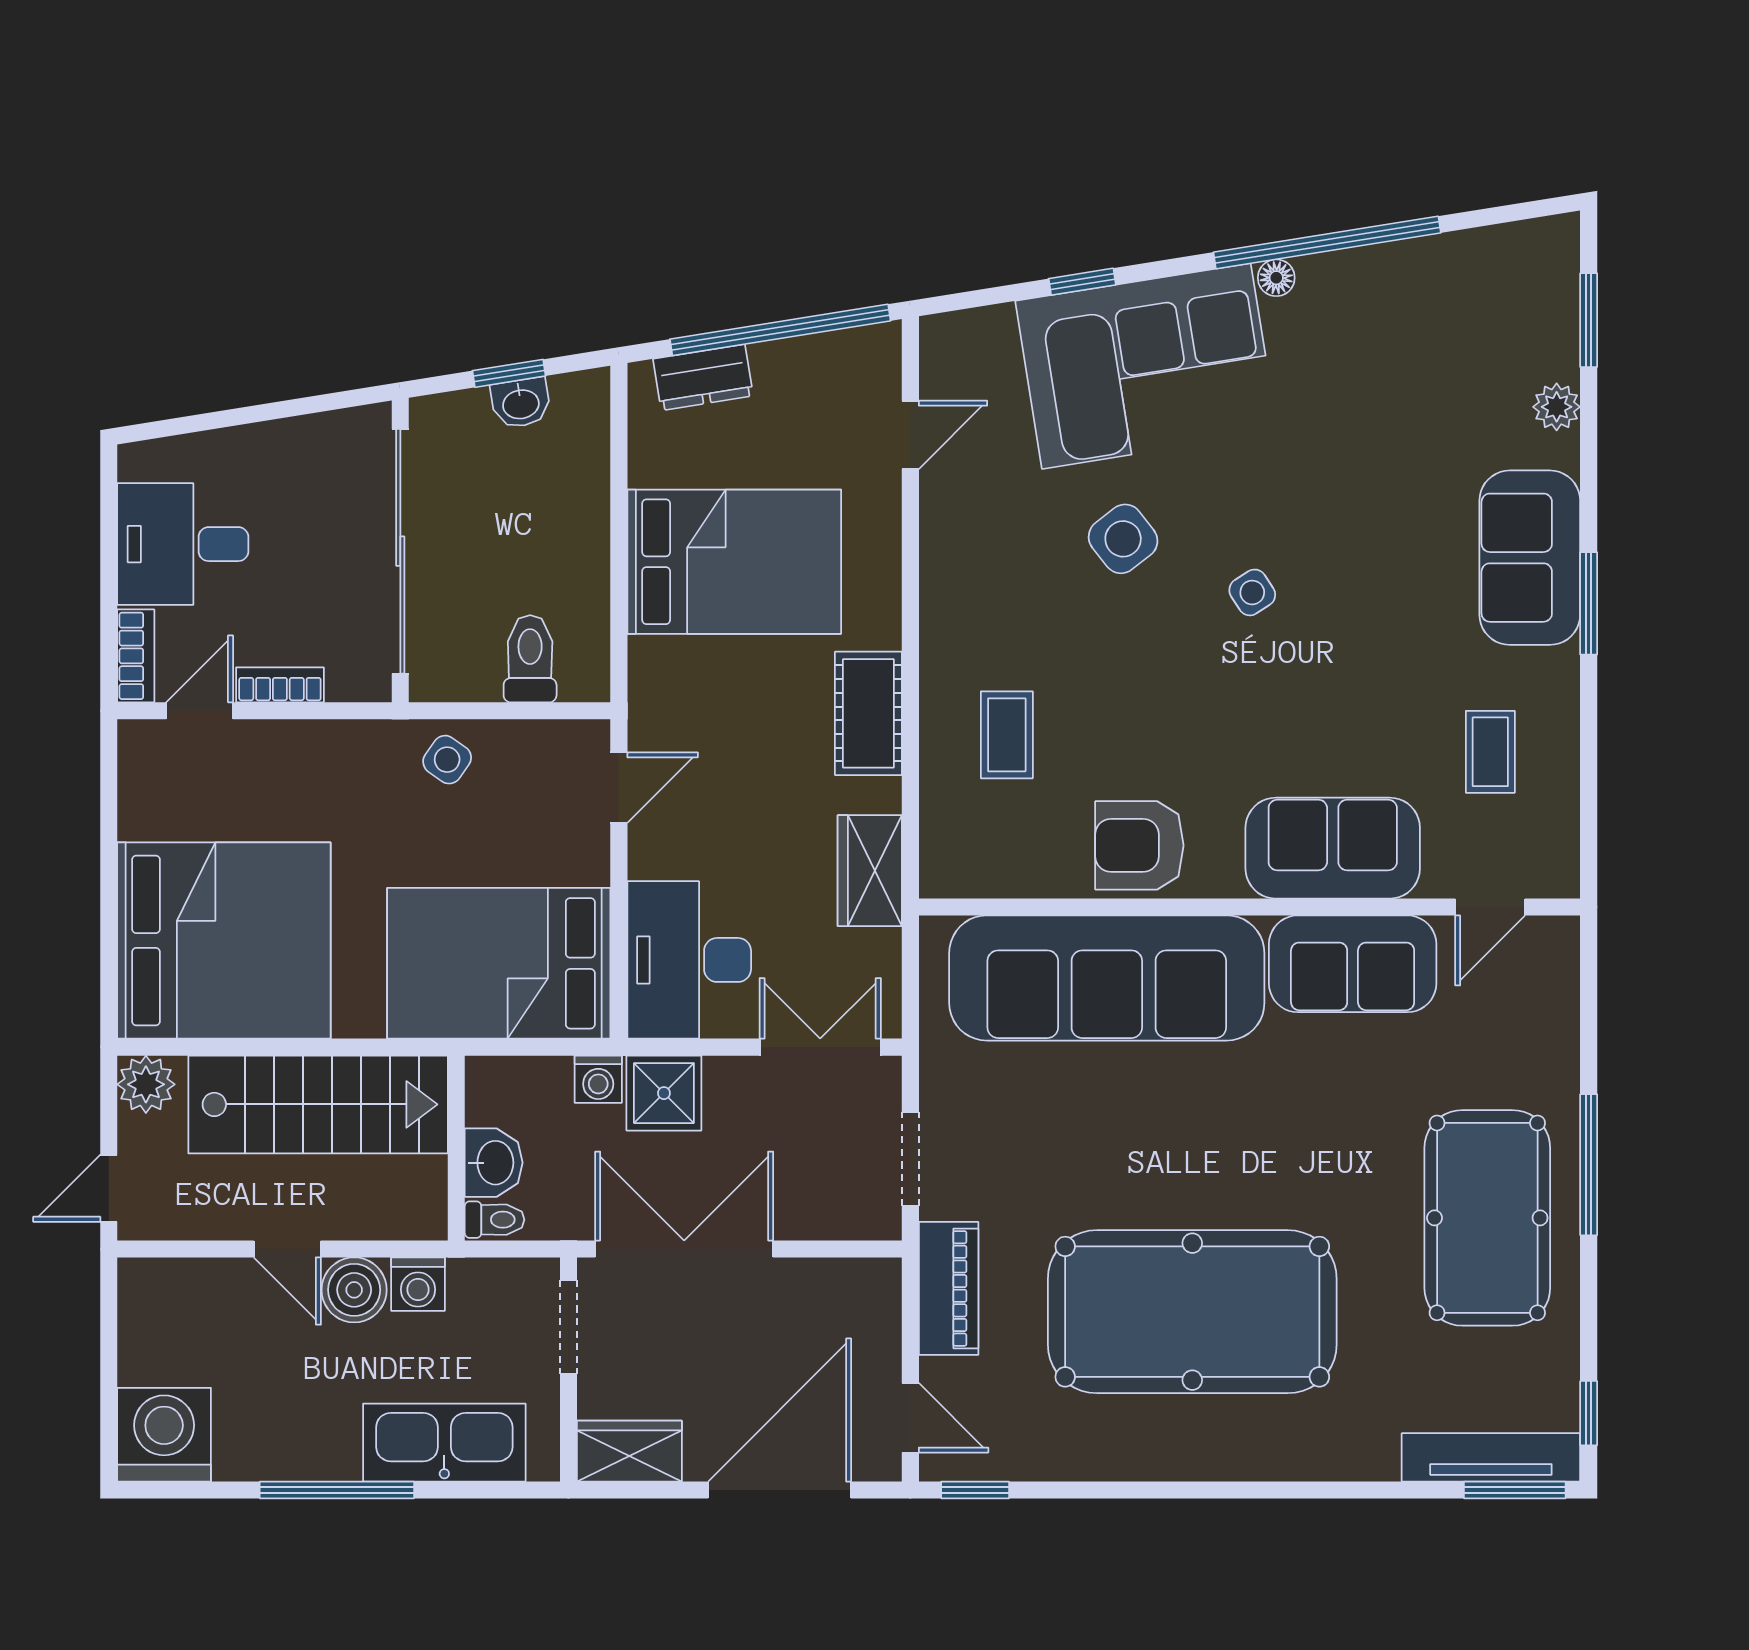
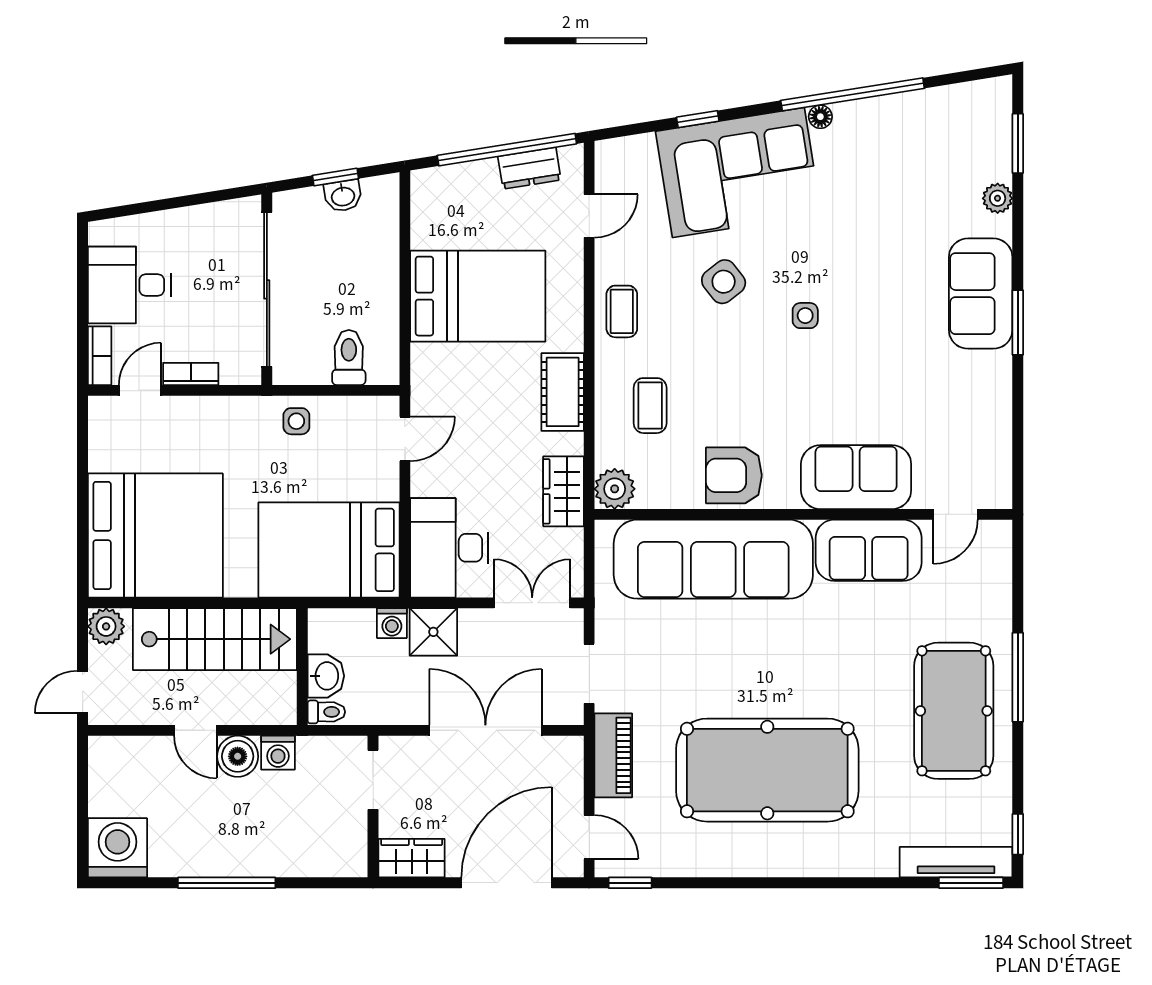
dresser: (703, 377) -> (529, 168), moved
side table: (1252, 592) -> (805, 316), turned 33
coffee table: (1490, 752) -> (622, 311), moved
side table: (447, 760) -> (296, 421), turned -35
plant: (951, 867) -> (615, 489), added
double door: (684, 1249) -> (485, 730), moved
kitchen sink: (444, 1443) -> (295, 853), removed

